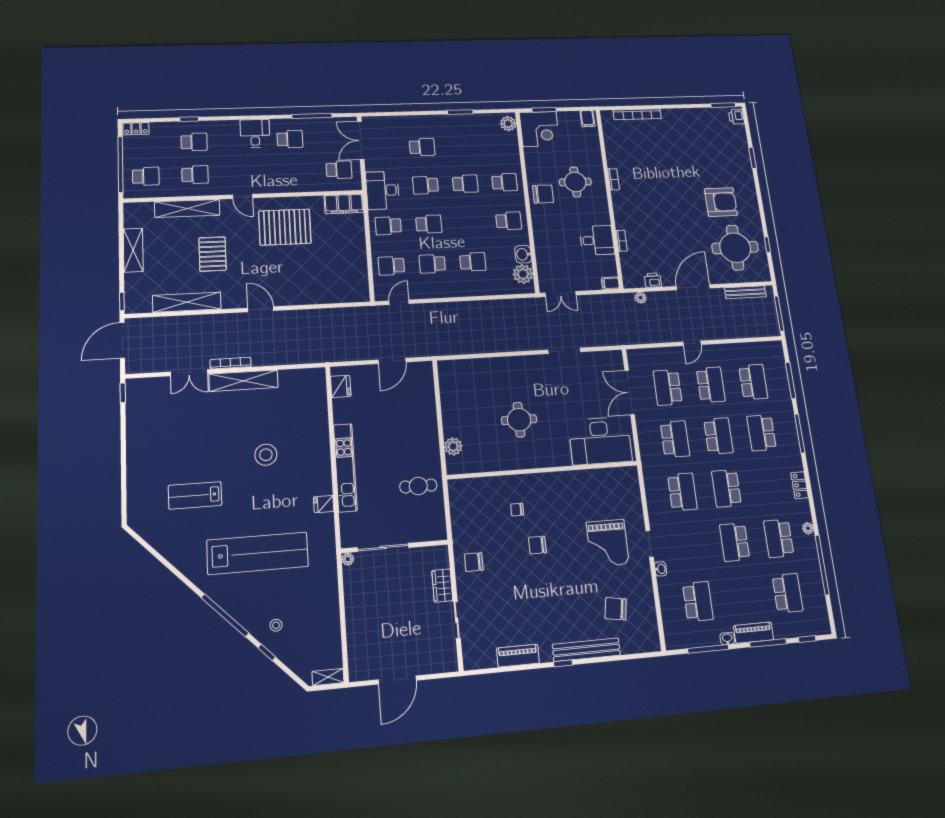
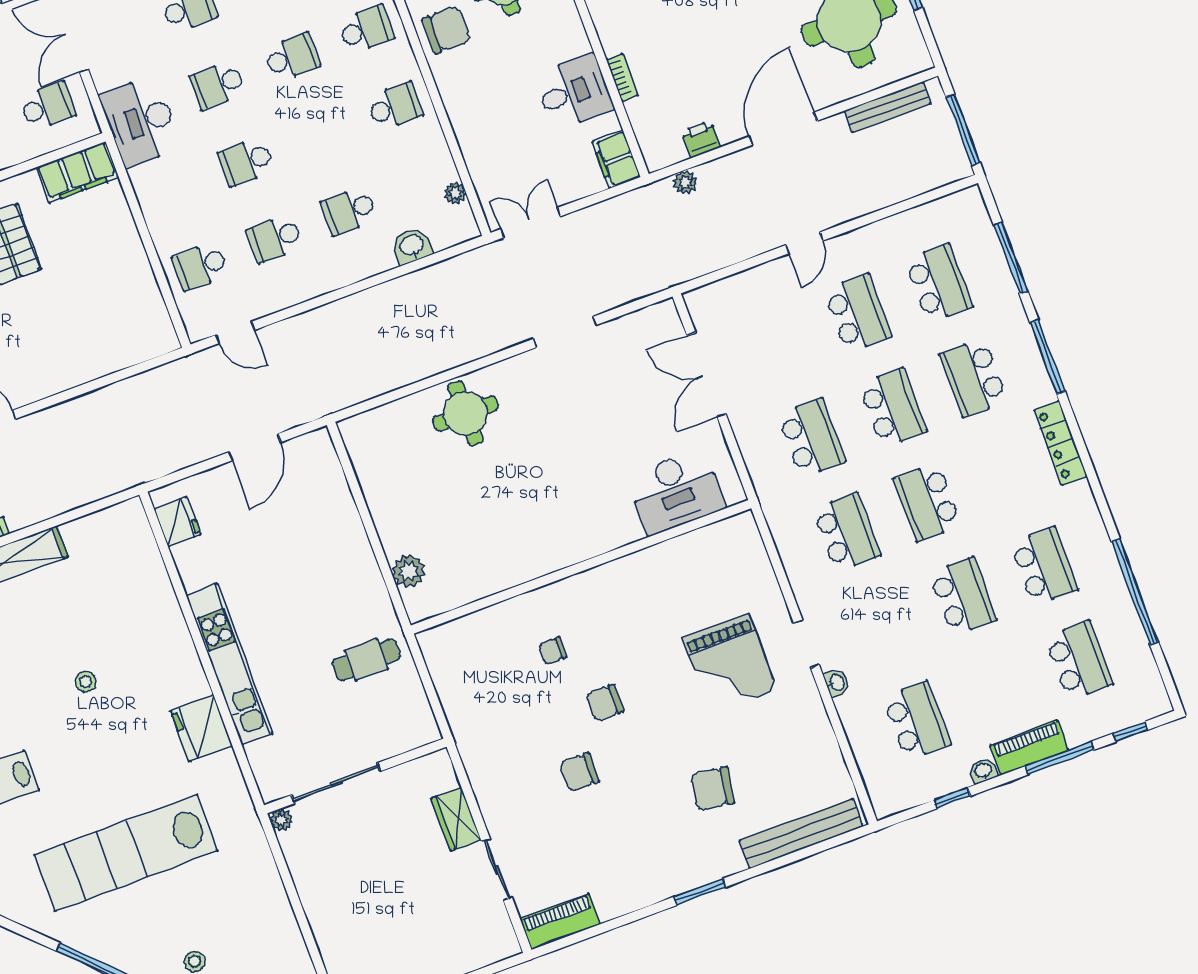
school desk: (429, 224) -> (246, 162), turned 180
school desk: (388, 226) -> (172, 189), removed
washbasin: (523, 254) -> (412, 246), moved, turned 90
school desk: (473, 262) -> (349, 211), turned 180
plant: (523, 274) -> (455, 193), width x0.53, depth x0.53
filing cabinet: (610, 283) -> (616, 160), width x2.00
double door: (561, 294) -> (531, 223), swing flipped
door: (399, 302) -> (235, 333), swing flipped
school desk: (668, 387) -> (776, 344), removed
round table: (519, 420) -> (466, 413), moved
desk: (600, 441) -> (676, 492), width x0.73, depth x0.77
stool: (266, 455) -> (86, 682), width x0.53, depth x0.53
locker: (800, 485) -> (1061, 443), width x1.53
fridge: (324, 504) -> (202, 728), width x1.88, depth x1.34
plant: (808, 528) -> (1096, 532), removed
school desk: (779, 538) -> (1044, 566), turned 180
school desk: (735, 542) -> (963, 596), turned 180
lab bench: (258, 553) -> (126, 853), turned 180
chair: (474, 562) -> (579, 772), moved
chair: (616, 609) -> (713, 789), moved
window: (708, 649) -> (952, 798), width x0.46
bench: (586, 650) -> (801, 833), moved
piano: (518, 656) -> (560, 922), moved
window: (563, 663) -> (700, 892), width x1.50

